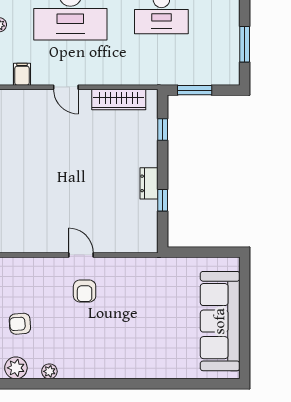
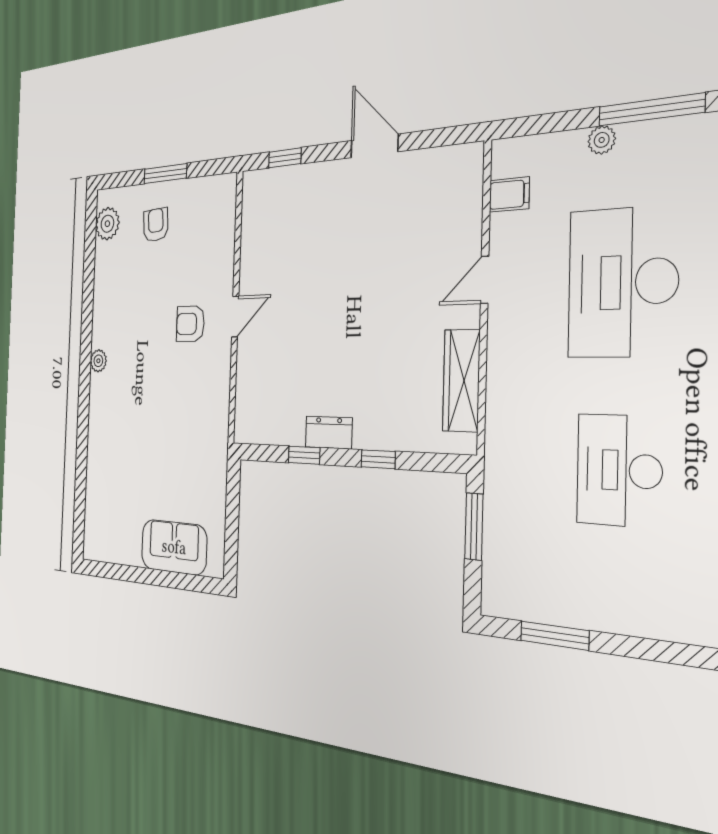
window: (163, 130) -> (378, 459), moved
sofa: (220, 321) -> (174, 547), width x0.54, depth x0.79
plant: (49, 371) -> (98, 361), moved

